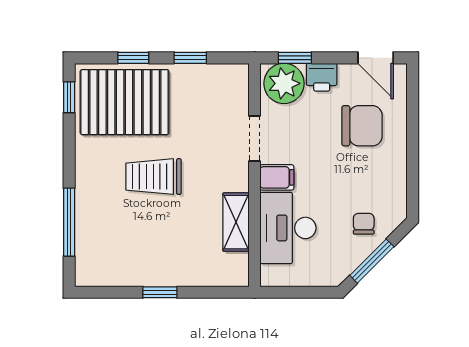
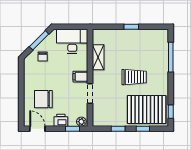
plant: (284, 83) -> (81, 122), width x0.53, depth x0.53
desk: (288, 228) -> (72, 41), moved, turned -90

